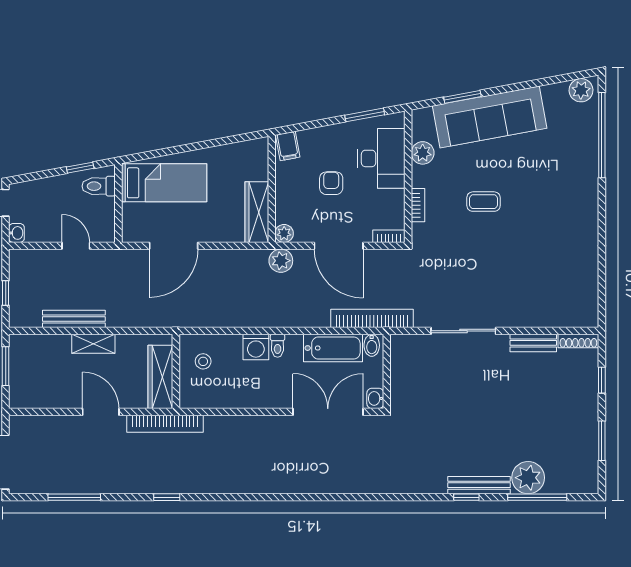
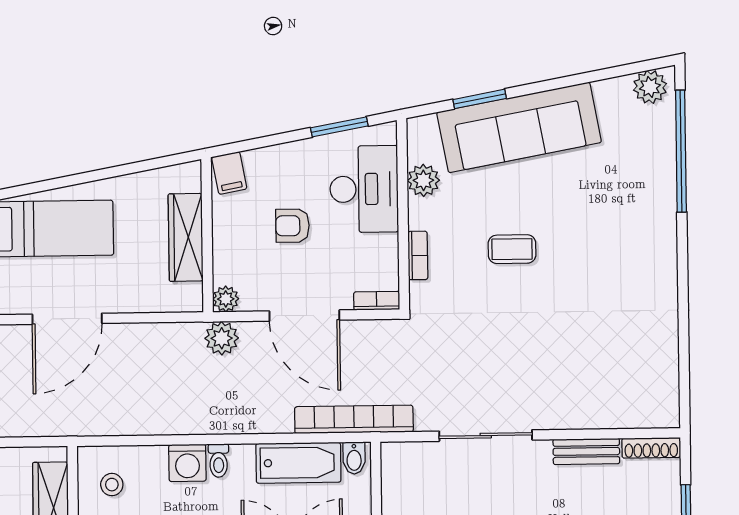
armchair: (331, 183) -> (292, 226), turned -90
wardrobe: (257, 212) -> (186, 237), moved

